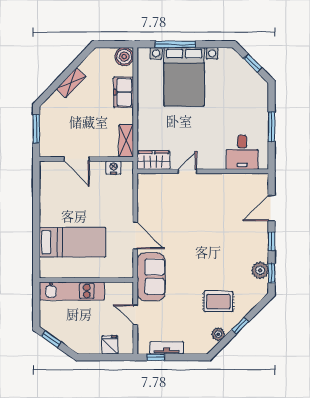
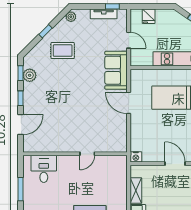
shelving: (126, 141) -> (136, 191), moved
wardrobe: (153, 160) -> (114, 163), removed
nightstand: (113, 167) -> (136, 157), moved
plant: (218, 334) -> (71, 17), moved

